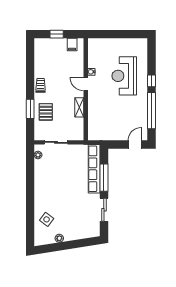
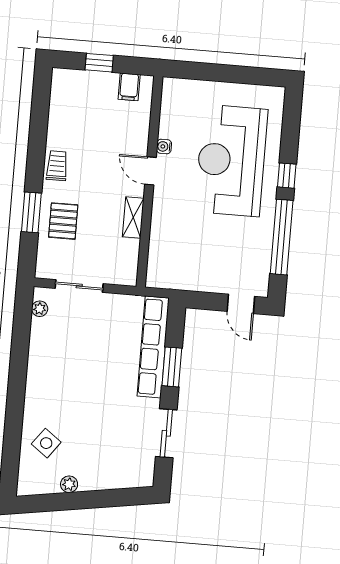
reception desk: (124, 76) -> (231, 161), width x1.36, depth x1.30
door: (135, 144) -> (241, 304), swing flipped
window: (104, 178) -> (172, 367), width x0.69

